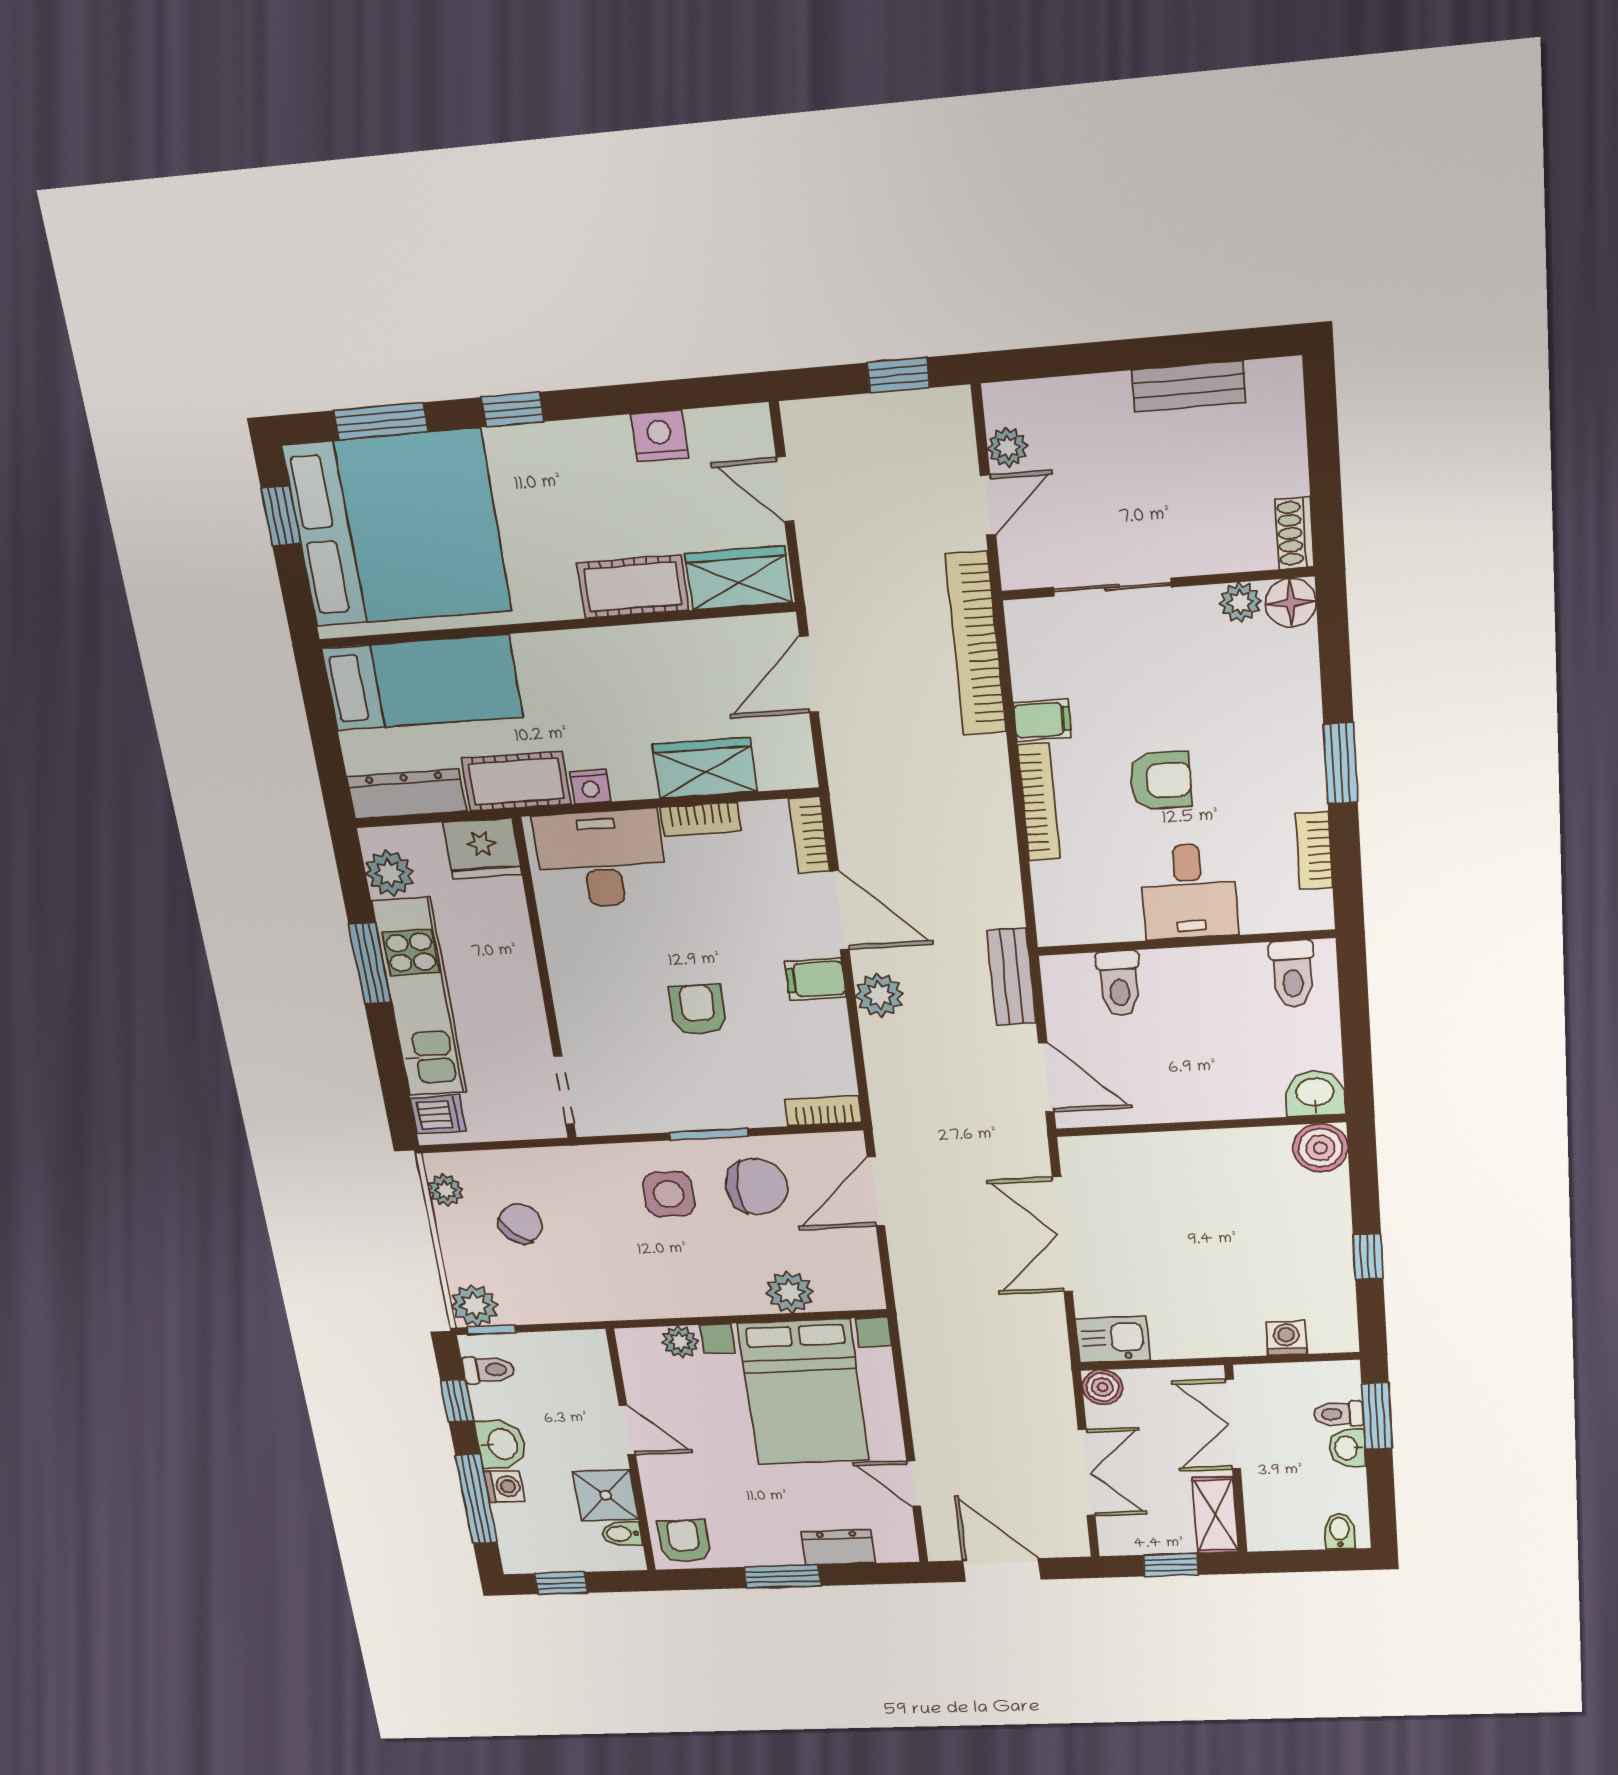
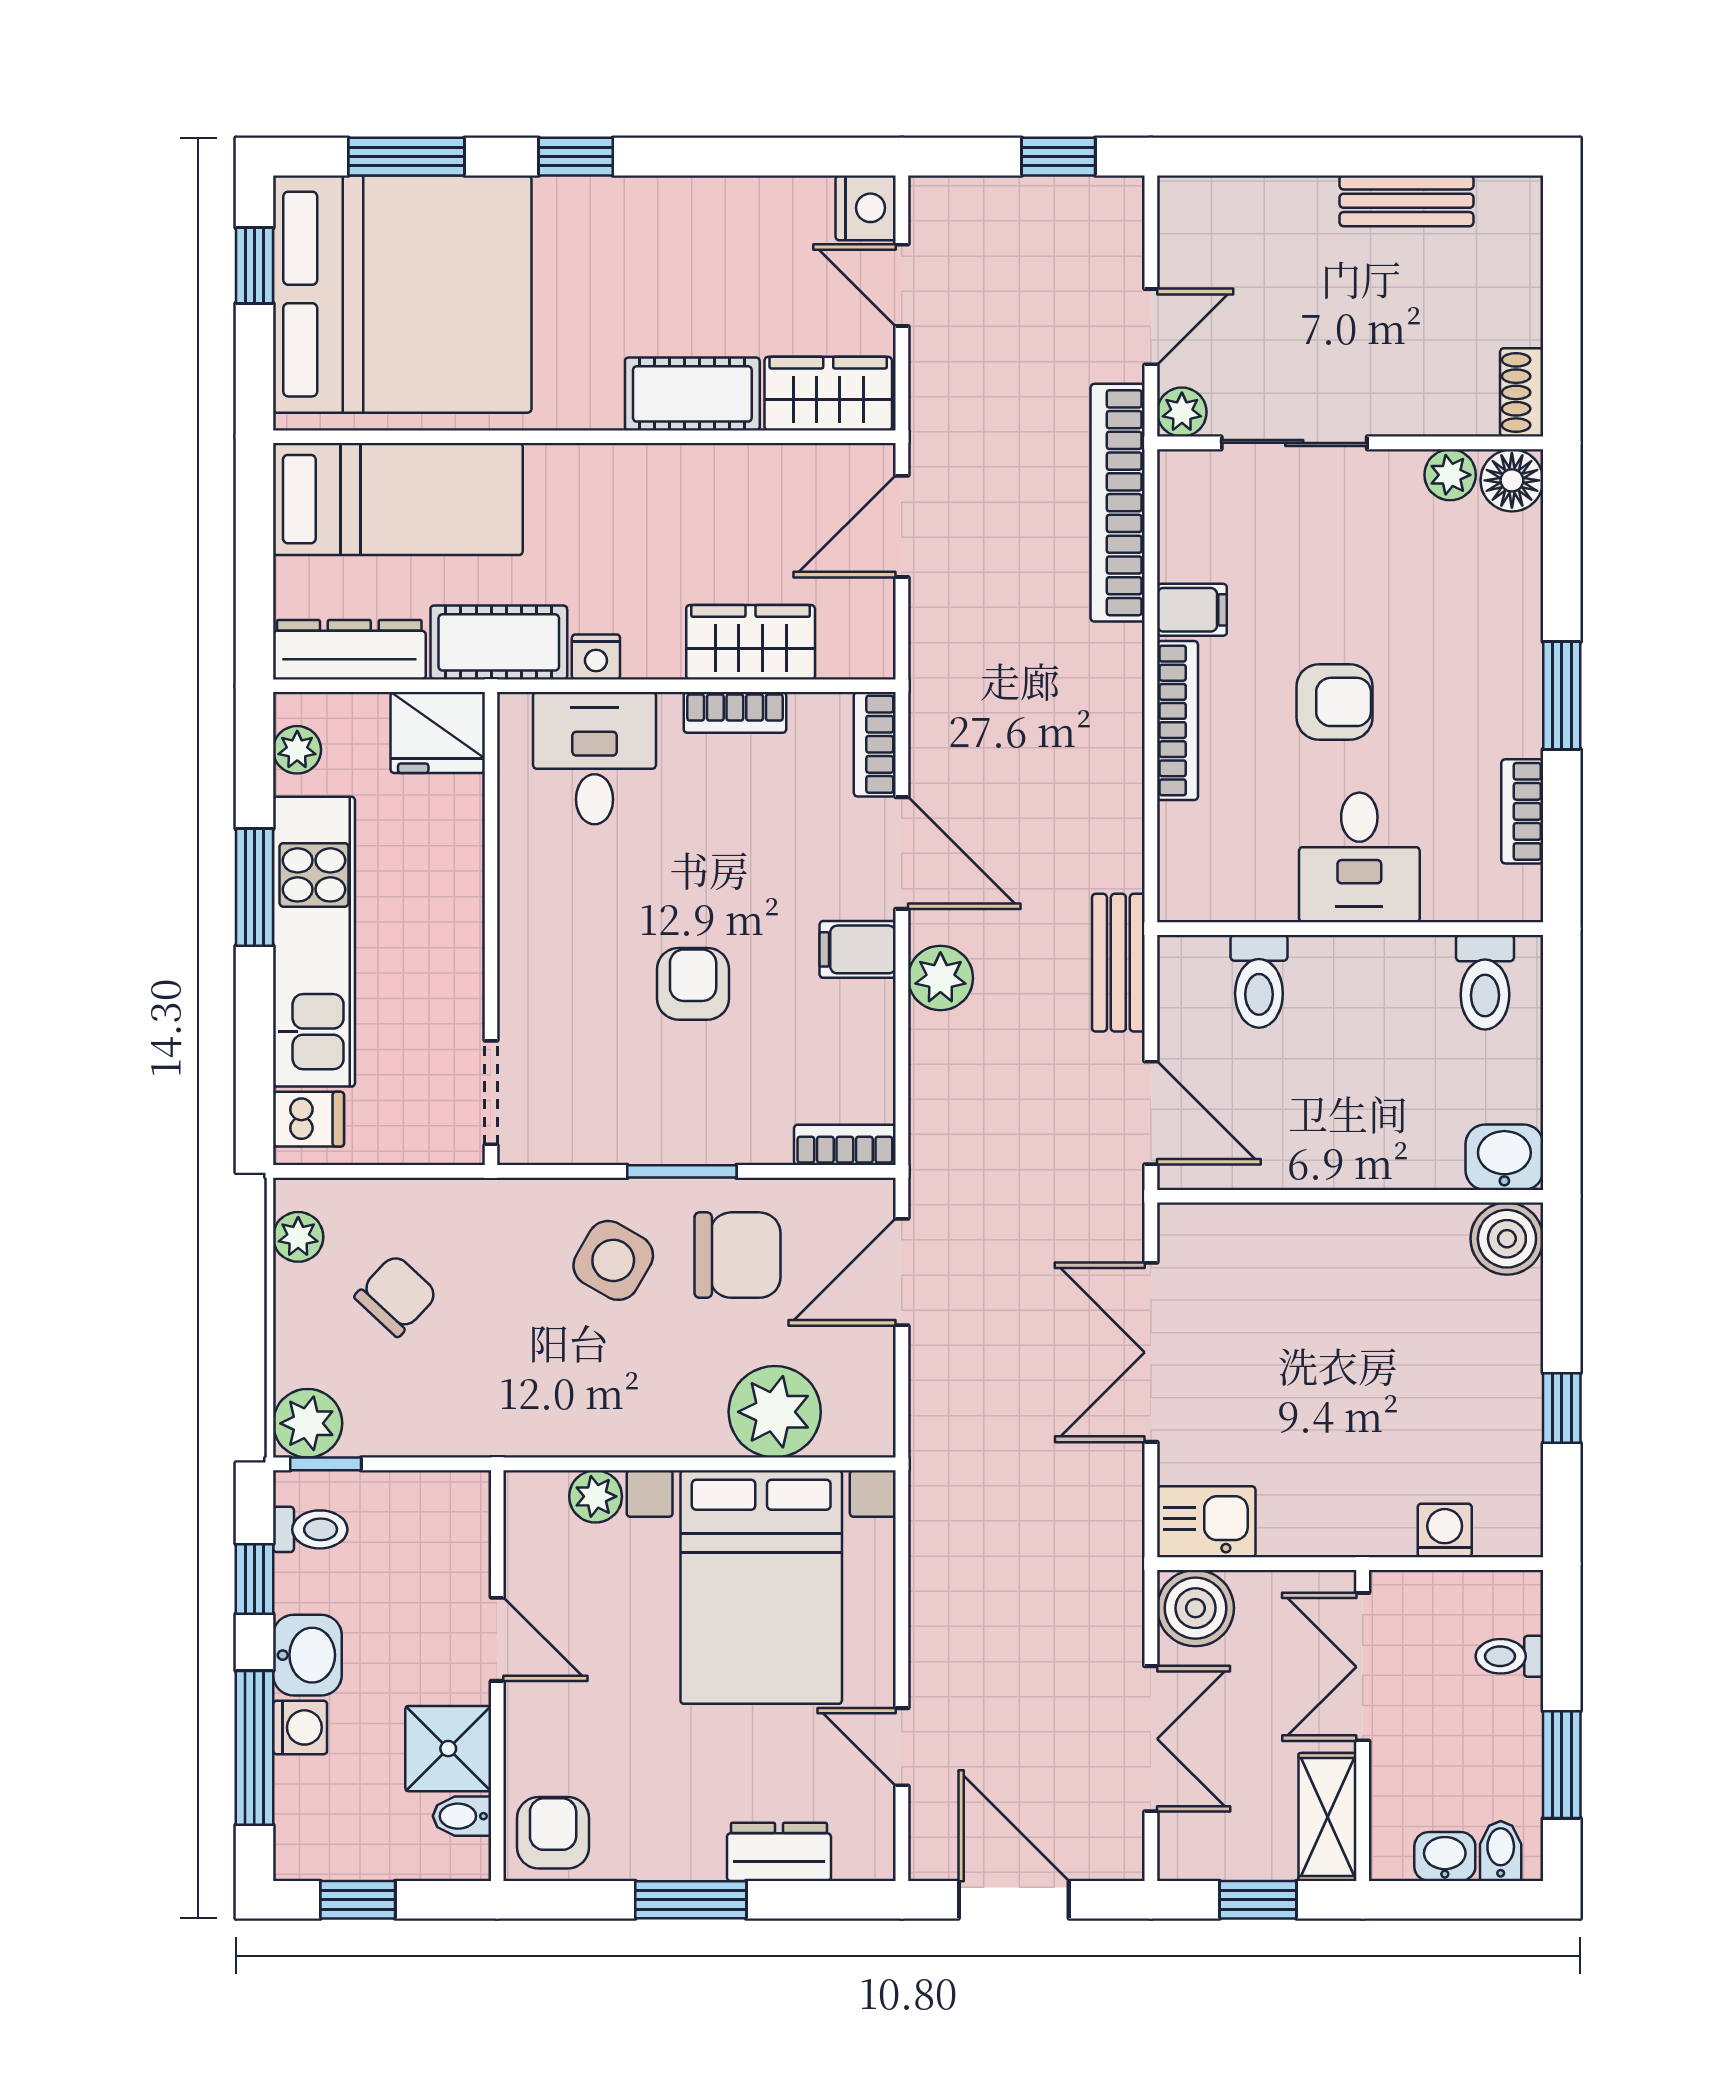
nightstand: (659, 436) -> (866, 208), moved, turned 90
plant: (1007, 447) -> (1182, 412), moved
desk: (601, 859) -> (595, 758), width x0.73
plant: (390, 873) -> (297, 750), width x0.73, depth x0.73
side table: (669, 1194) -> (613, 1260), turned 30
plant: (790, 1292) -> (775, 1412), width x1.36, depth x1.36
boiler: (1102, 1387) -> (1195, 1608), width x1.36, depth x1.36
window: (1377, 1416) -> (1562, 1765), moved
washbasin: (1347, 1448) -> (1445, 1856), moved, turned 90

